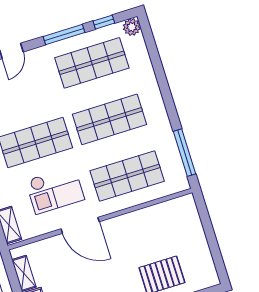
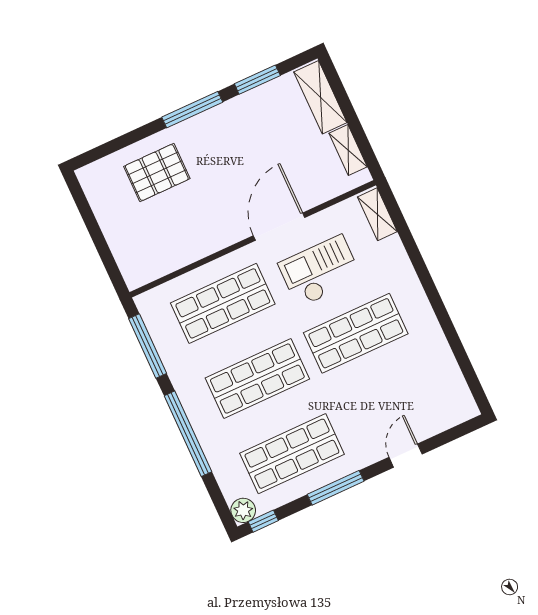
window: (104, 22) -> (263, 521), moved
window: (164, 87) -> (188, 434), added
door: (80, 225) -> (279, 227), hinge flipped

